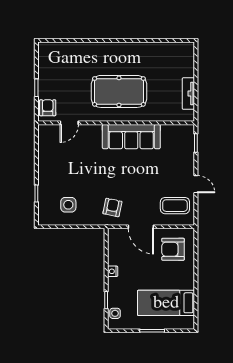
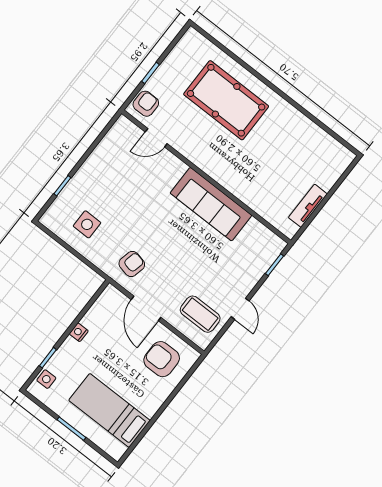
pool table: (119, 91) -> (226, 100), moved

